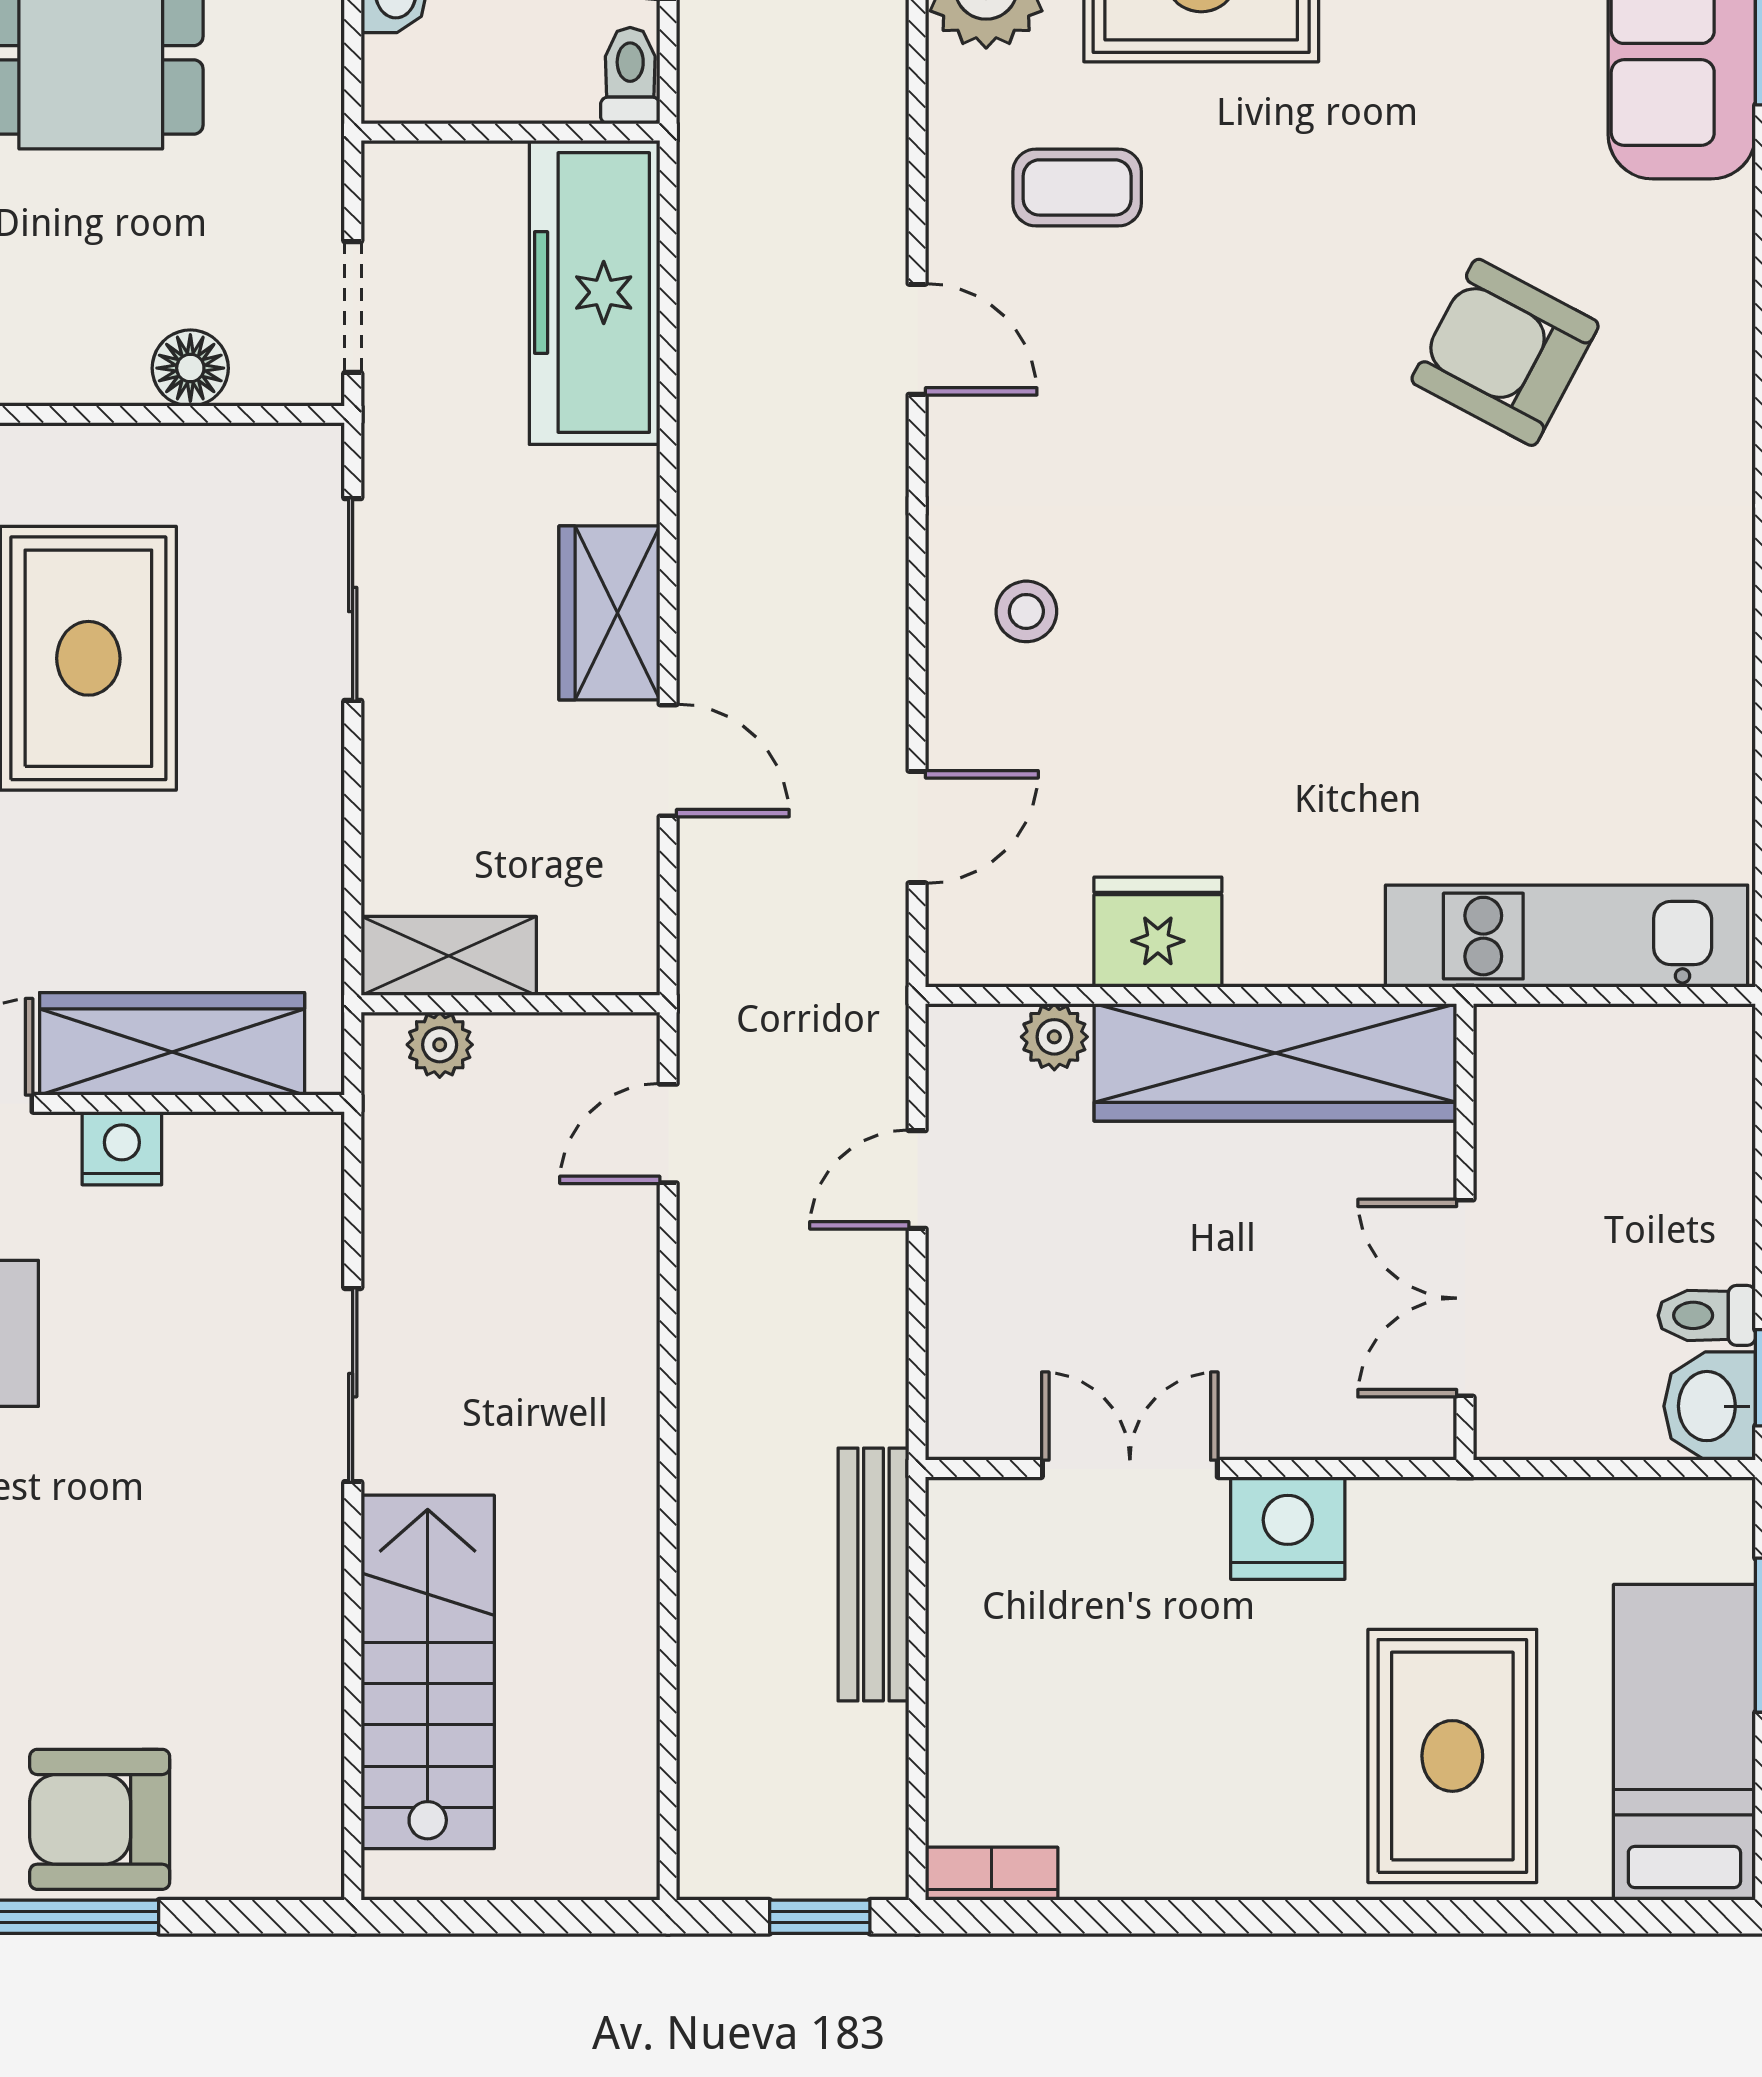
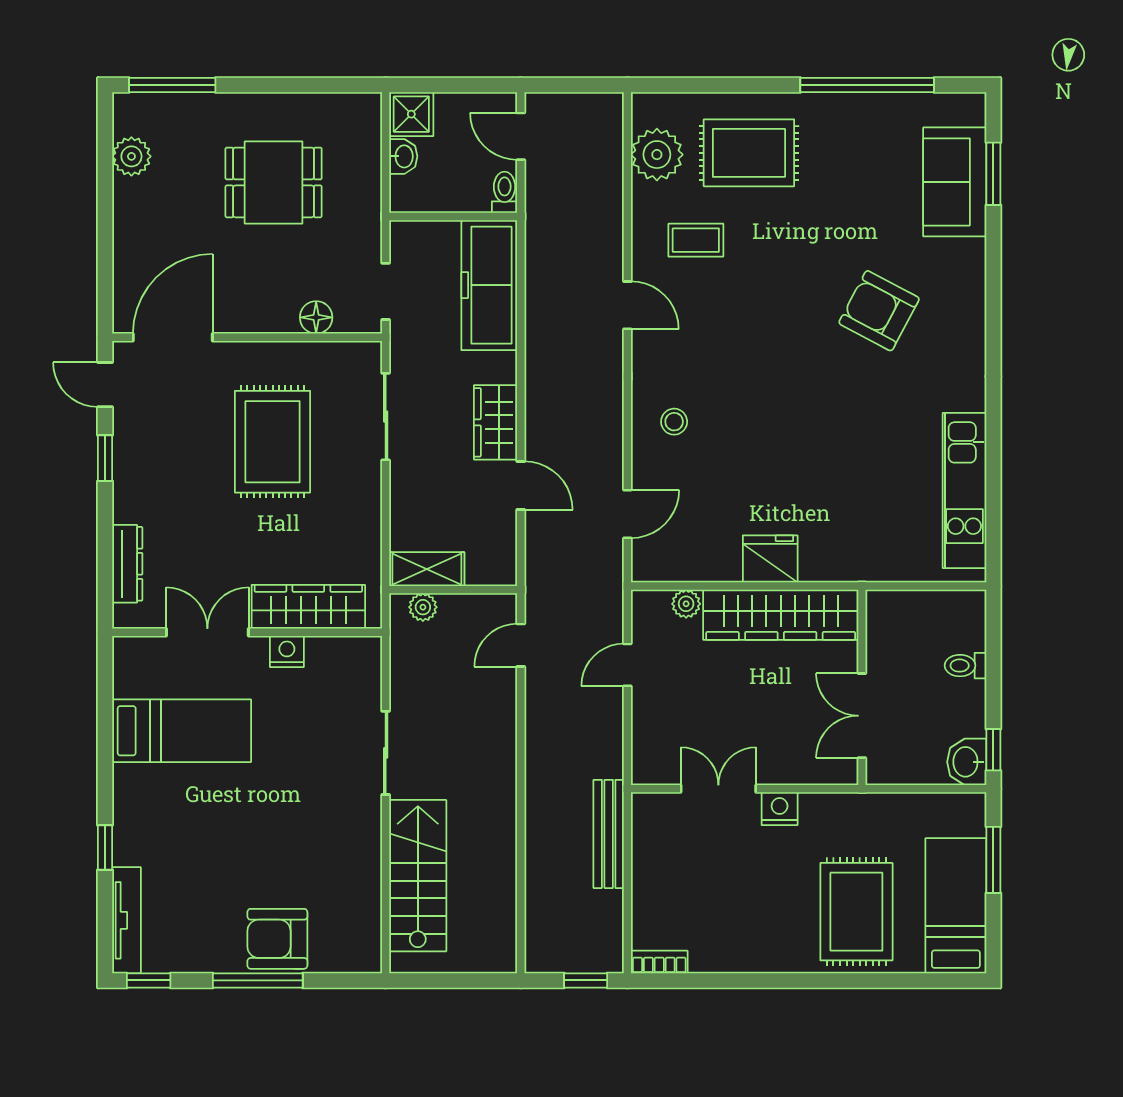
fridge: (1158, 932) -> (770, 559), moved
kitchen unit: (1567, 936) -> (964, 490), moved, turned -90
toilet: (1707, 1315) -> (965, 666), moved
nightstand: (1288, 1528) -> (780, 809), width x0.74, depth x0.75

